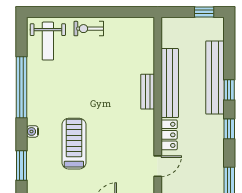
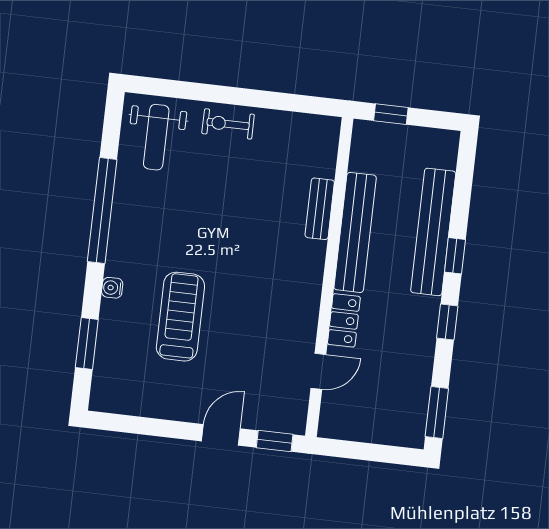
window: (204, 12) -> (391, 114), moved
bench: (148, 92) -> (320, 209), moved

